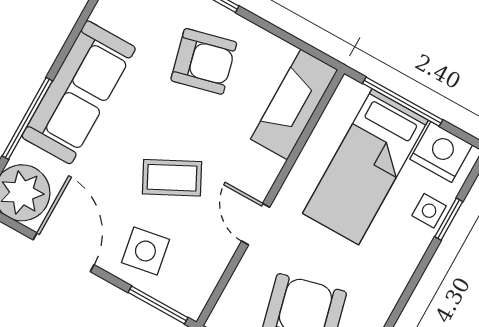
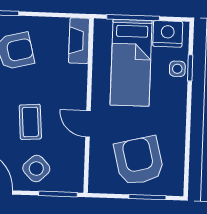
fireplace: (294, 104) -> (79, 41), width x0.73, depth x0.76
coffee table: (172, 178) -> (30, 122), turned -67
side table: (145, 251) -> (36, 169), turned -34

